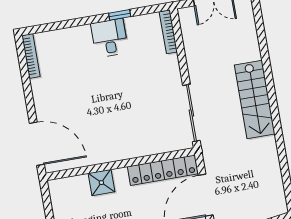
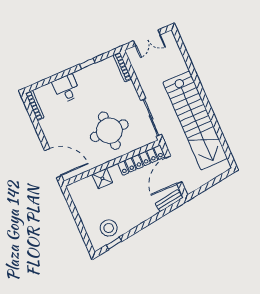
desk: (109, 38) -> (66, 88), moved
stairs: (255, 100) -> (195, 120), width x1.86, depth x1.51
round table: (128, 117) -> (109, 131), added

